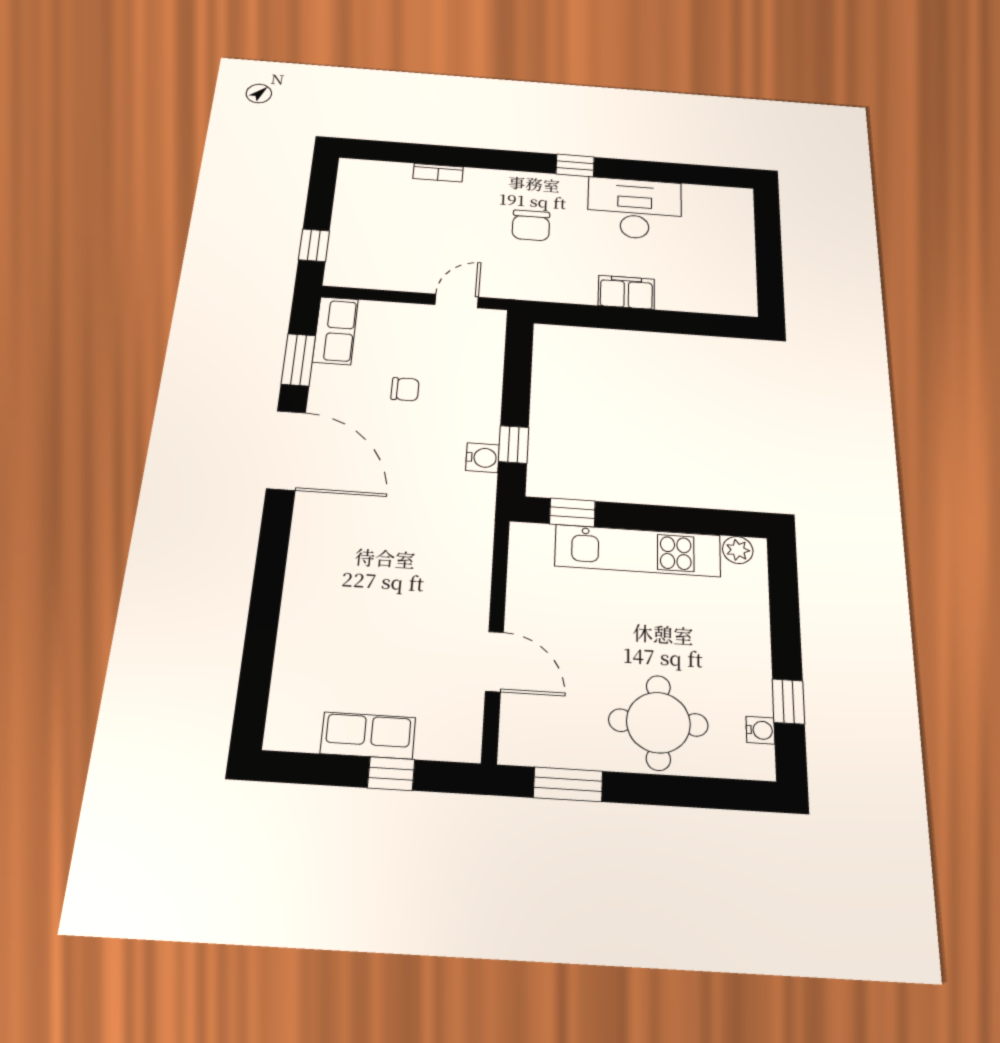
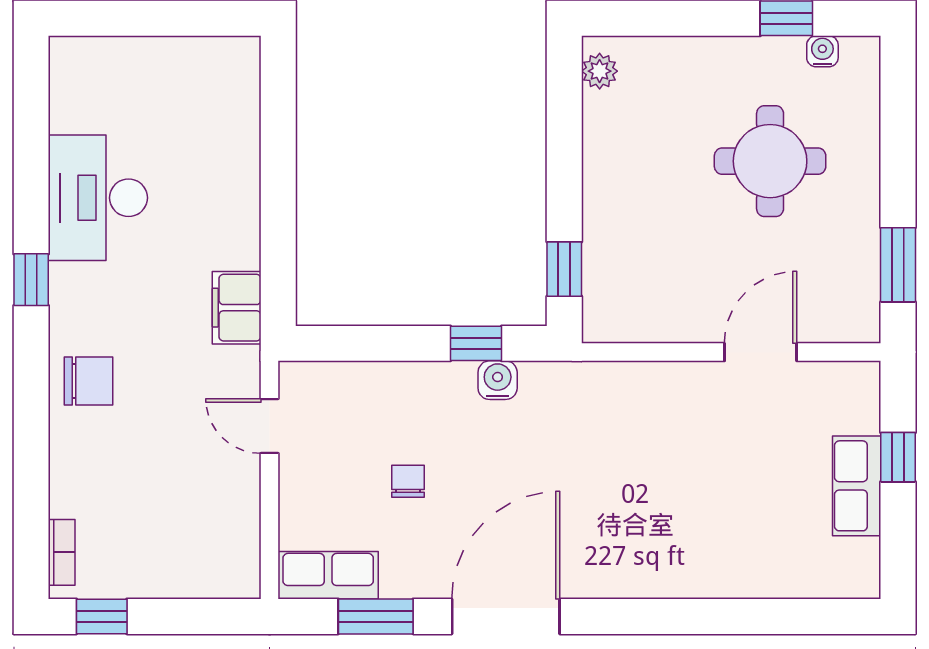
bookcase: (438, 173) -> (62, 552), moved
chair: (531, 225) -> (88, 381), moved
window: (314, 245) -> (102, 616), moved
filing cabinet: (626, 292) -> (237, 308), moved
kitchen unit: (638, 551) -> (609, 190), removed
round table: (658, 723) -> (770, 161), moved

